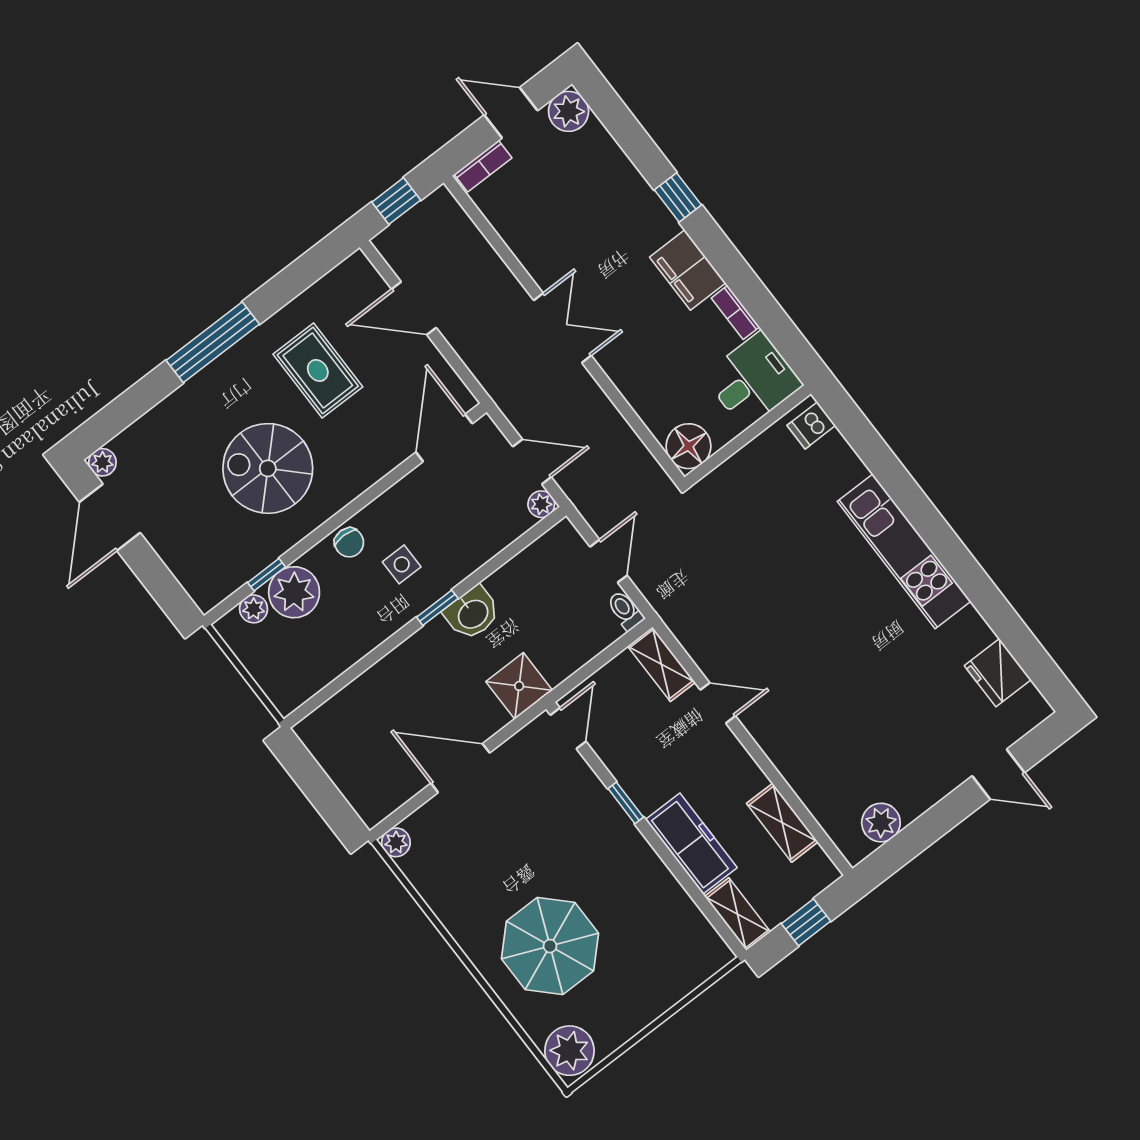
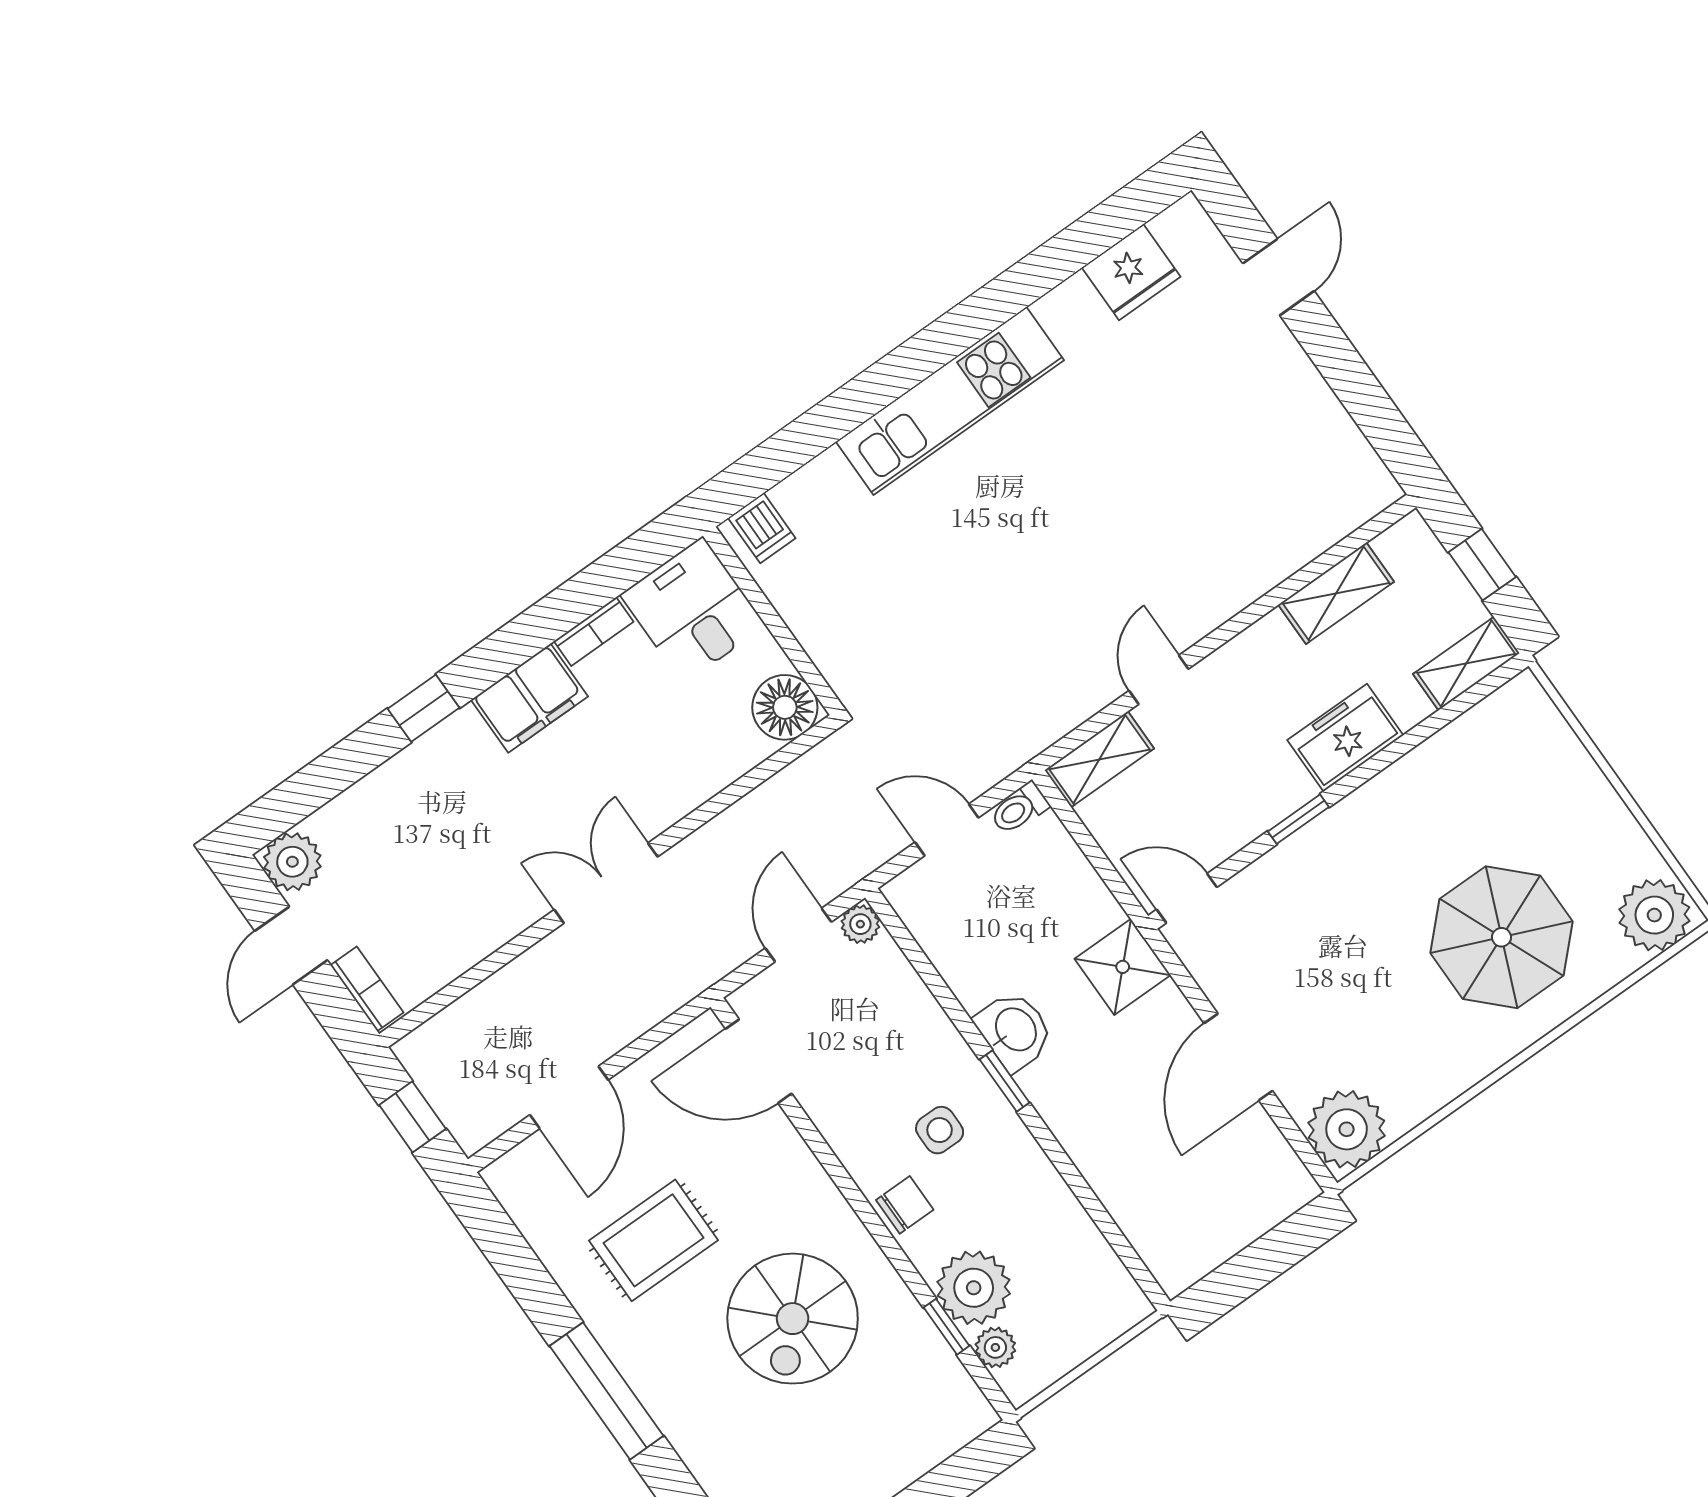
plant: (881, 823) -> (1342, 450), removed
plant: (396, 842) -> (1347, 1129), width x1.87, depth x1.87
freezer: (691, 844) -> (1345, 738), width x0.71

